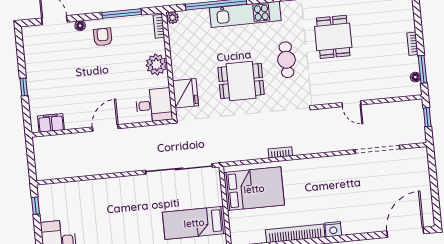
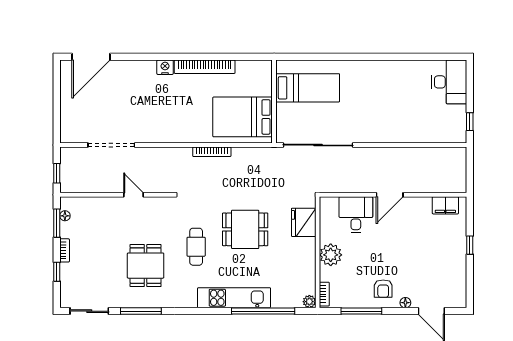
window: (418, 23) -> (57, 272), added
desk: (154, 105) -> (356, 215), moved, turned 90
bookcase: (280, 152) -> (212, 152), width x1.56

